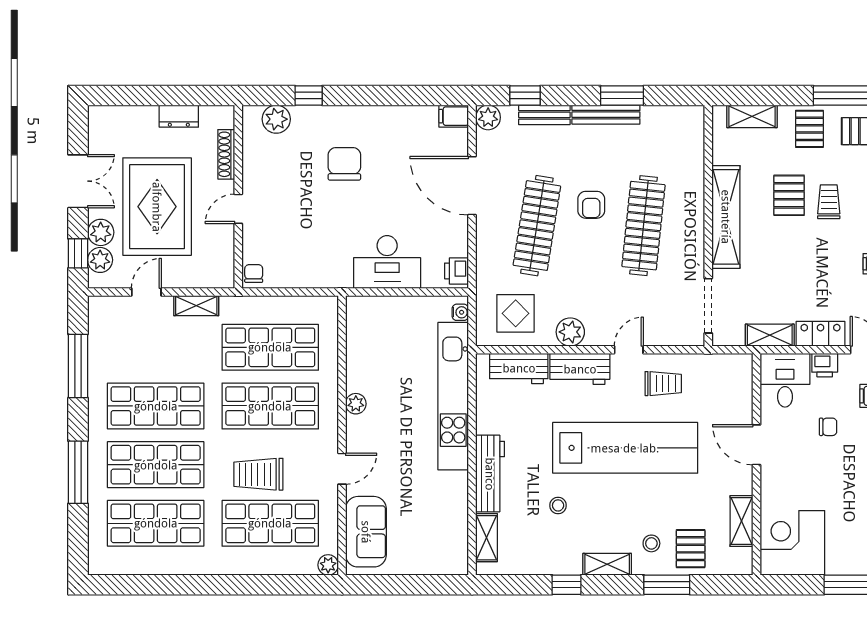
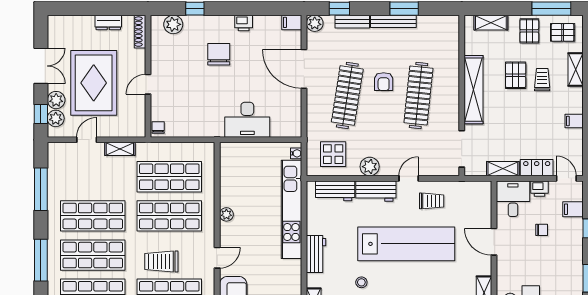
shoe rack: (226, 154) -> (140, 32), moved
printer: (457, 271) -> (244, 23), moved, turned -90
workbench: (490, 474) -> (316, 254), width x0.73

